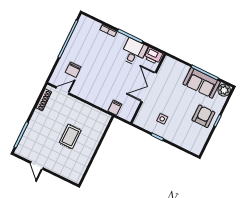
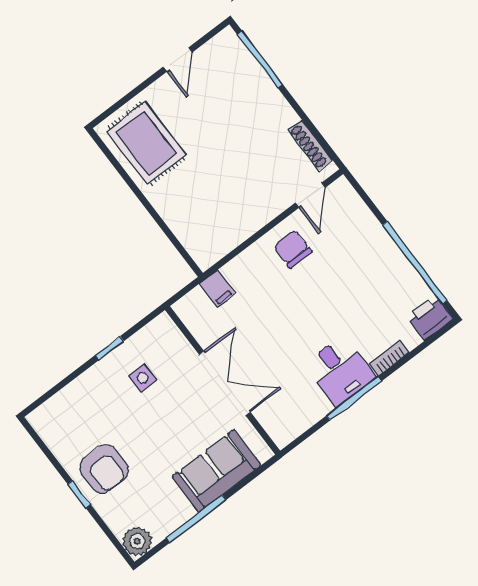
desk: (134, 52) -> (340, 371), moved
printer: (153, 56) -> (430, 318), moved
chair: (73, 70) -> (293, 249), moved
sofa: (202, 83) -> (216, 471), moved
rug: (70, 136) -> (146, 143), moved, width x1.36, depth x1.43
door: (37, 166) -> (178, 60), swing flipped

